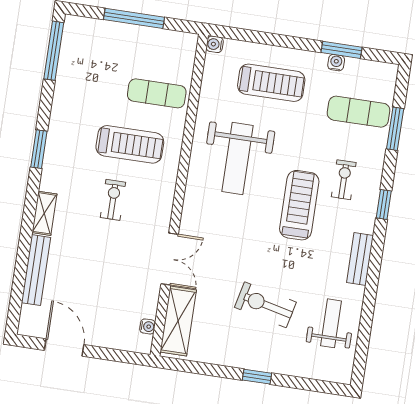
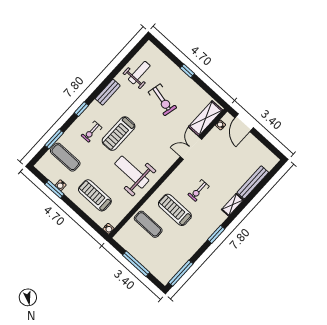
weight bench: (238, 158) -> (132, 172), turned -90
weight bench: (331, 323) -> (139, 73), turned 180
door: (64, 348) -> (244, 123), moved

